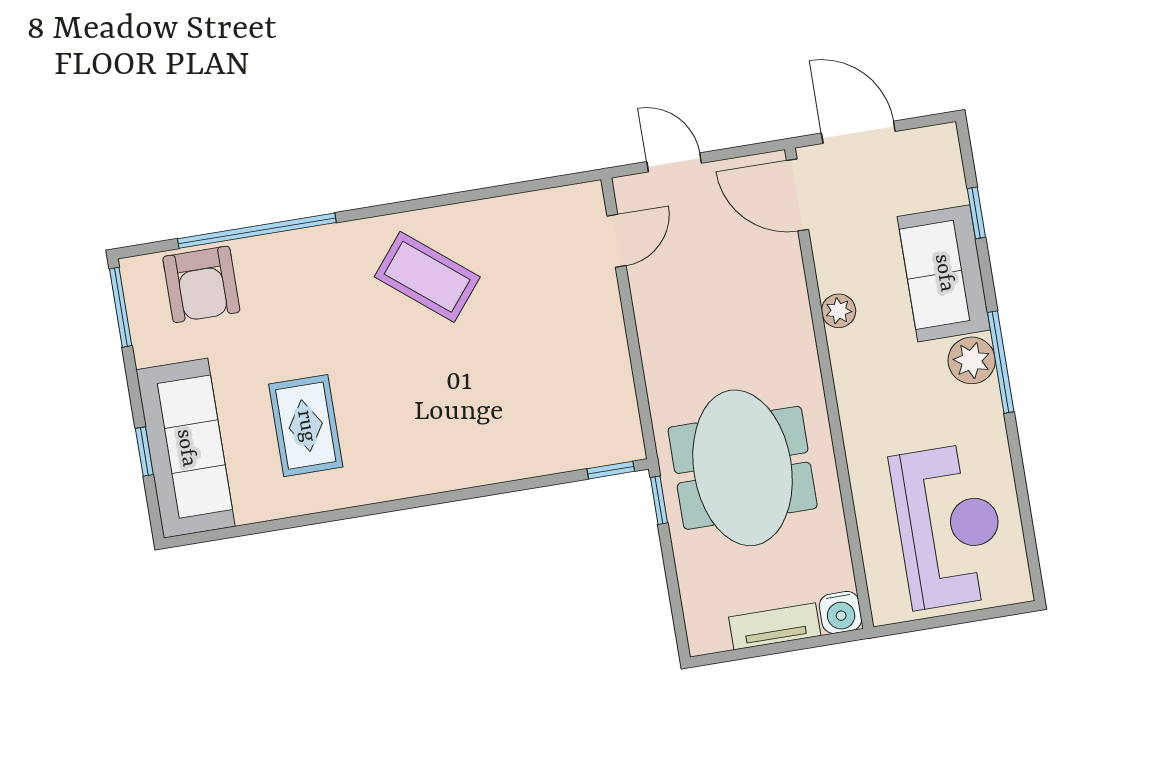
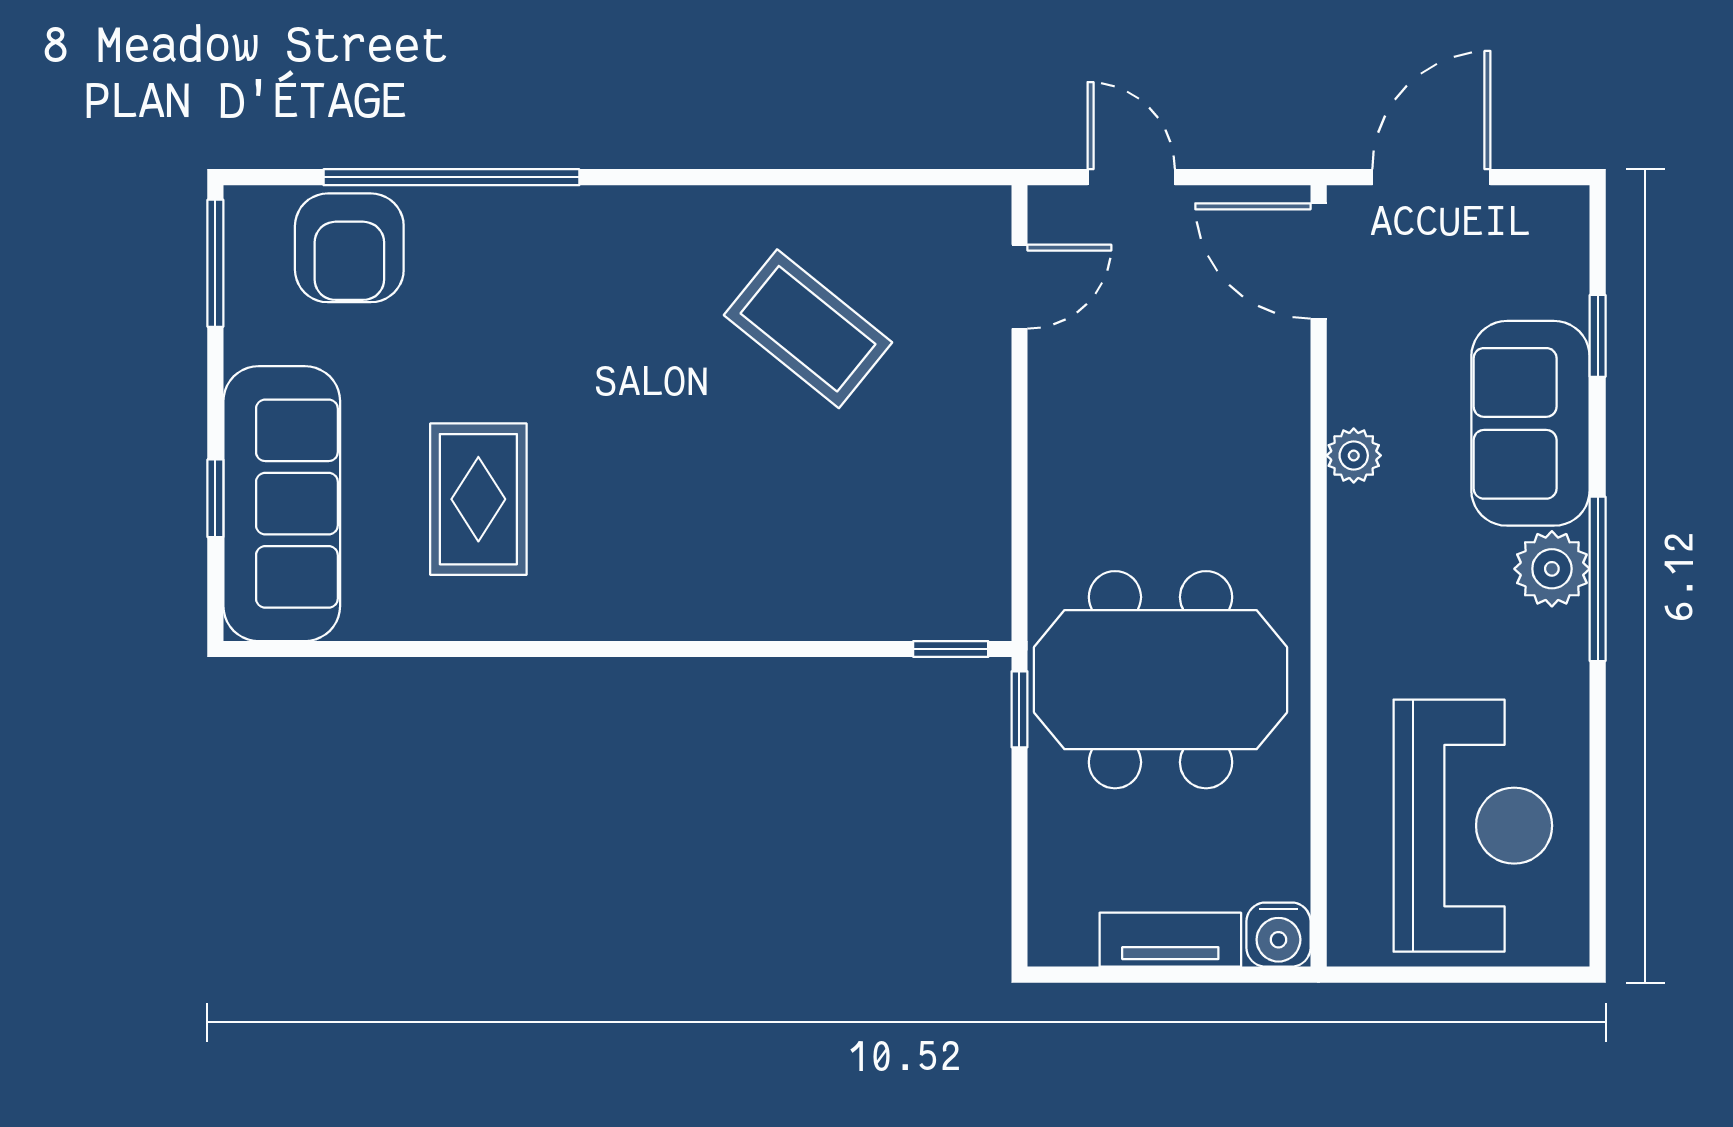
door: (858, 132) -> (1431, 177), hinge flipped
coffee table: (427, 277) -> (808, 329), moved
meeting table: (743, 468) -> (1160, 680), turned 90

